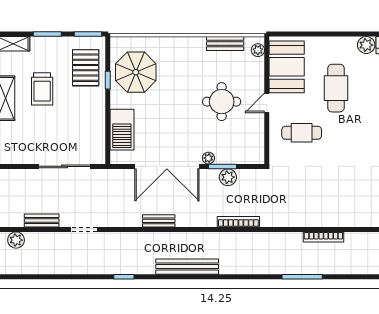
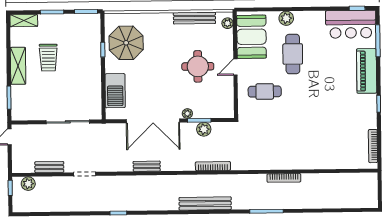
bench: (225, 43) -> (194, 18), width x1.36
plant: (366, 45) -> (286, 18), moved
pallet: (86, 68) -> (84, 40), removed
bench: (187, 267) -> (205, 203), moved

